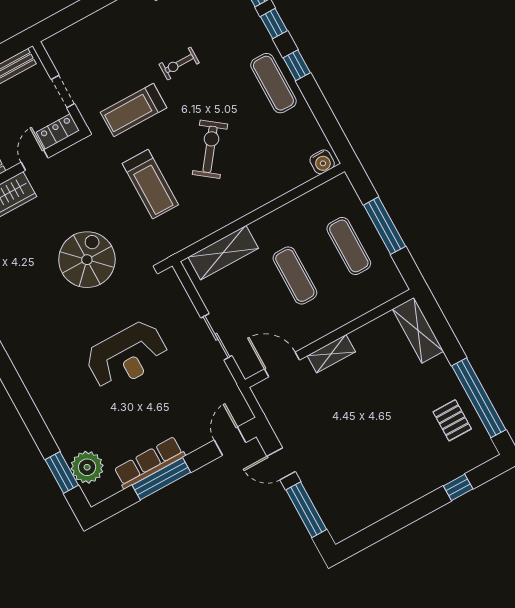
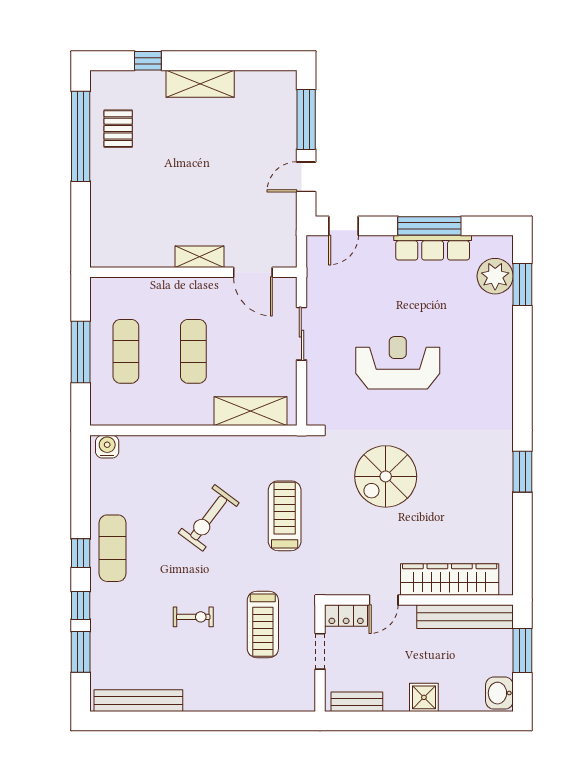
treadmill: (134, 110) -> (263, 624), moved, turned 90
shelving: (418, 330) -> (200, 84), moved, turned 90
door: (281, 464) -> (306, 177), swing flipped

